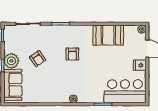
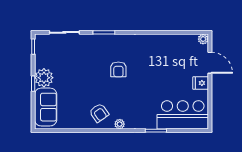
booth: (108, 35) -> (162, 46), removed
armchair: (38, 59) -> (99, 113), moved

